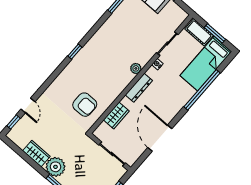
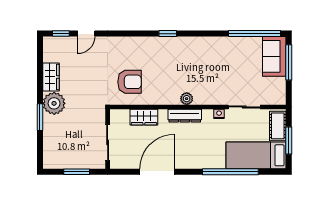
plant: (136, 68) -> (187, 99), moved
armchair: (85, 105) -> (130, 82), turned -90

